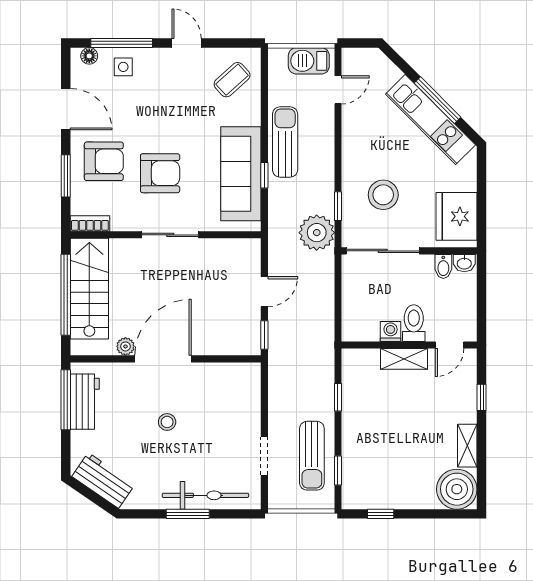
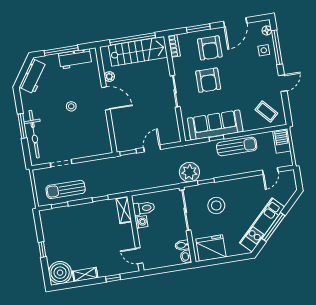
barbecue: (309, 61) -> (282, 141), moved
door: (338, 90) -> (270, 171), hinge flipped
door: (264, 292) -> (152, 148), swing flipped
toilet: (414, 323) -> (144, 208), moved
door: (163, 359) -> (106, 98), width x0.73
shelving: (404, 359) -> (124, 210), moved
window: (66, 400) -> (61, 50), moved
window: (381, 514) -> (42, 250), moved

